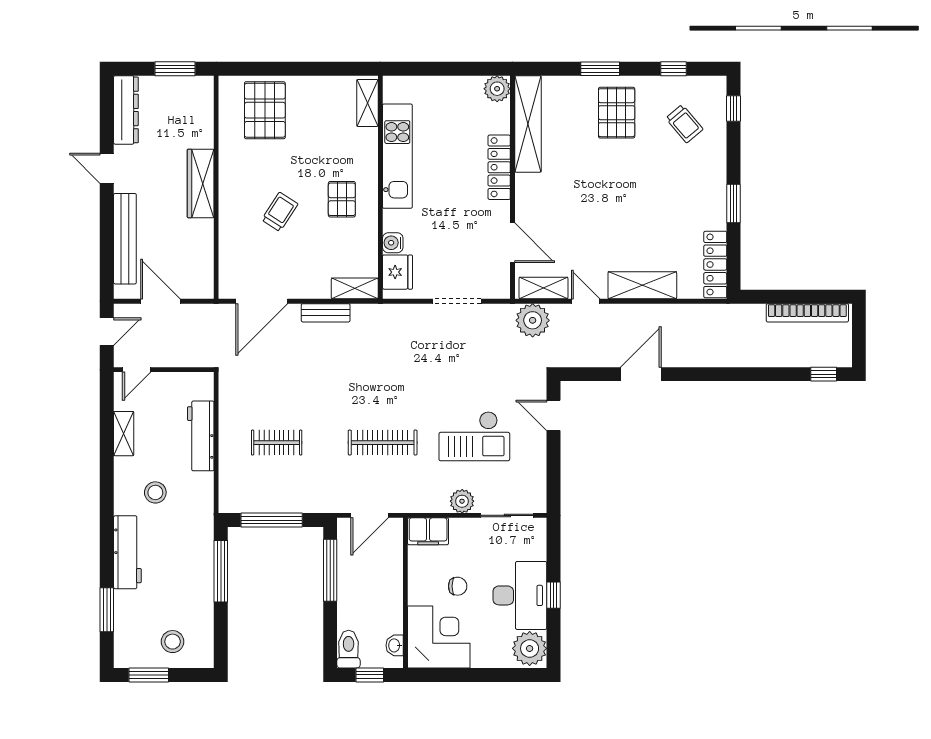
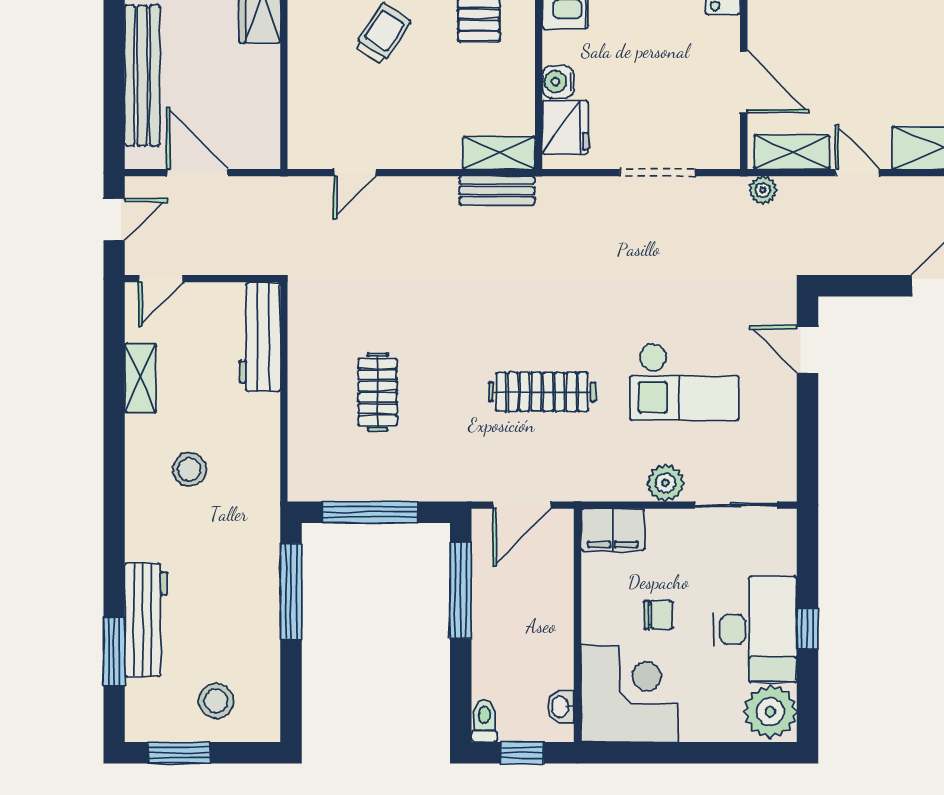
door: (262, 301) -> (355, 173), width x0.53
bench: (326, 313) -> (497, 190), moved
plant: (533, 320) -> (763, 190), width x0.53, depth x0.53
workbench: (201, 436) -> (260, 337), moved
clothes rail: (277, 443) -> (378, 392), turned 90
workbench: (127, 552) -> (146, 620), moved
toilet: (349, 649) -> (484, 721), width x0.73, depth x0.72

